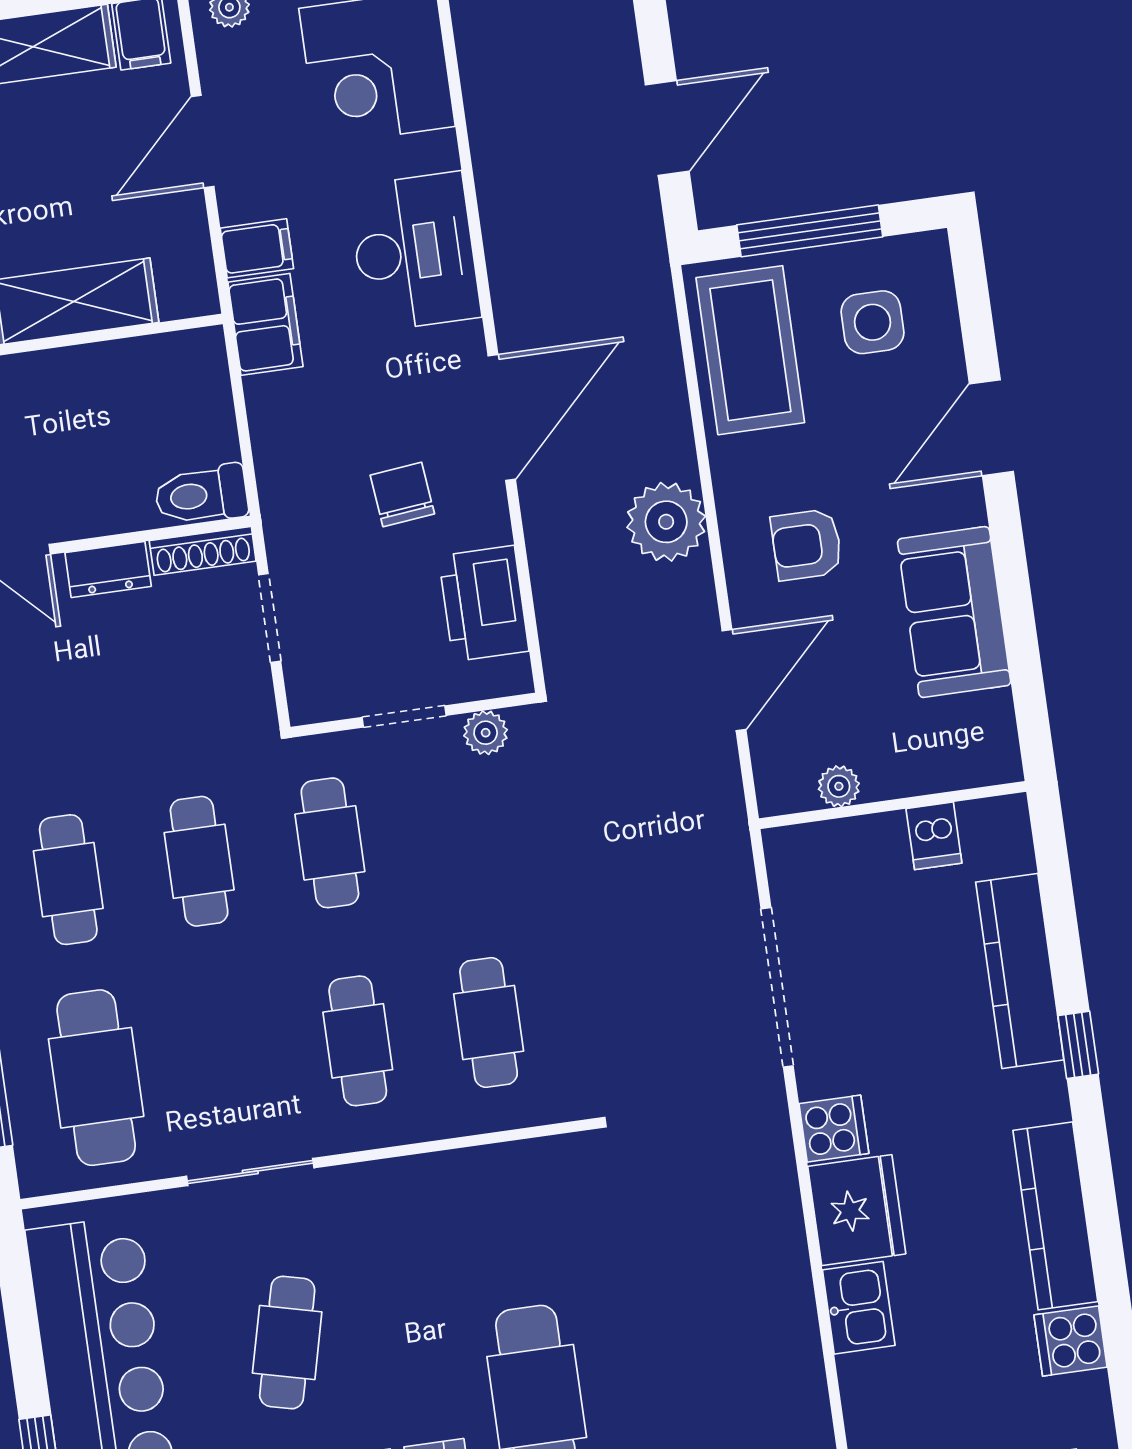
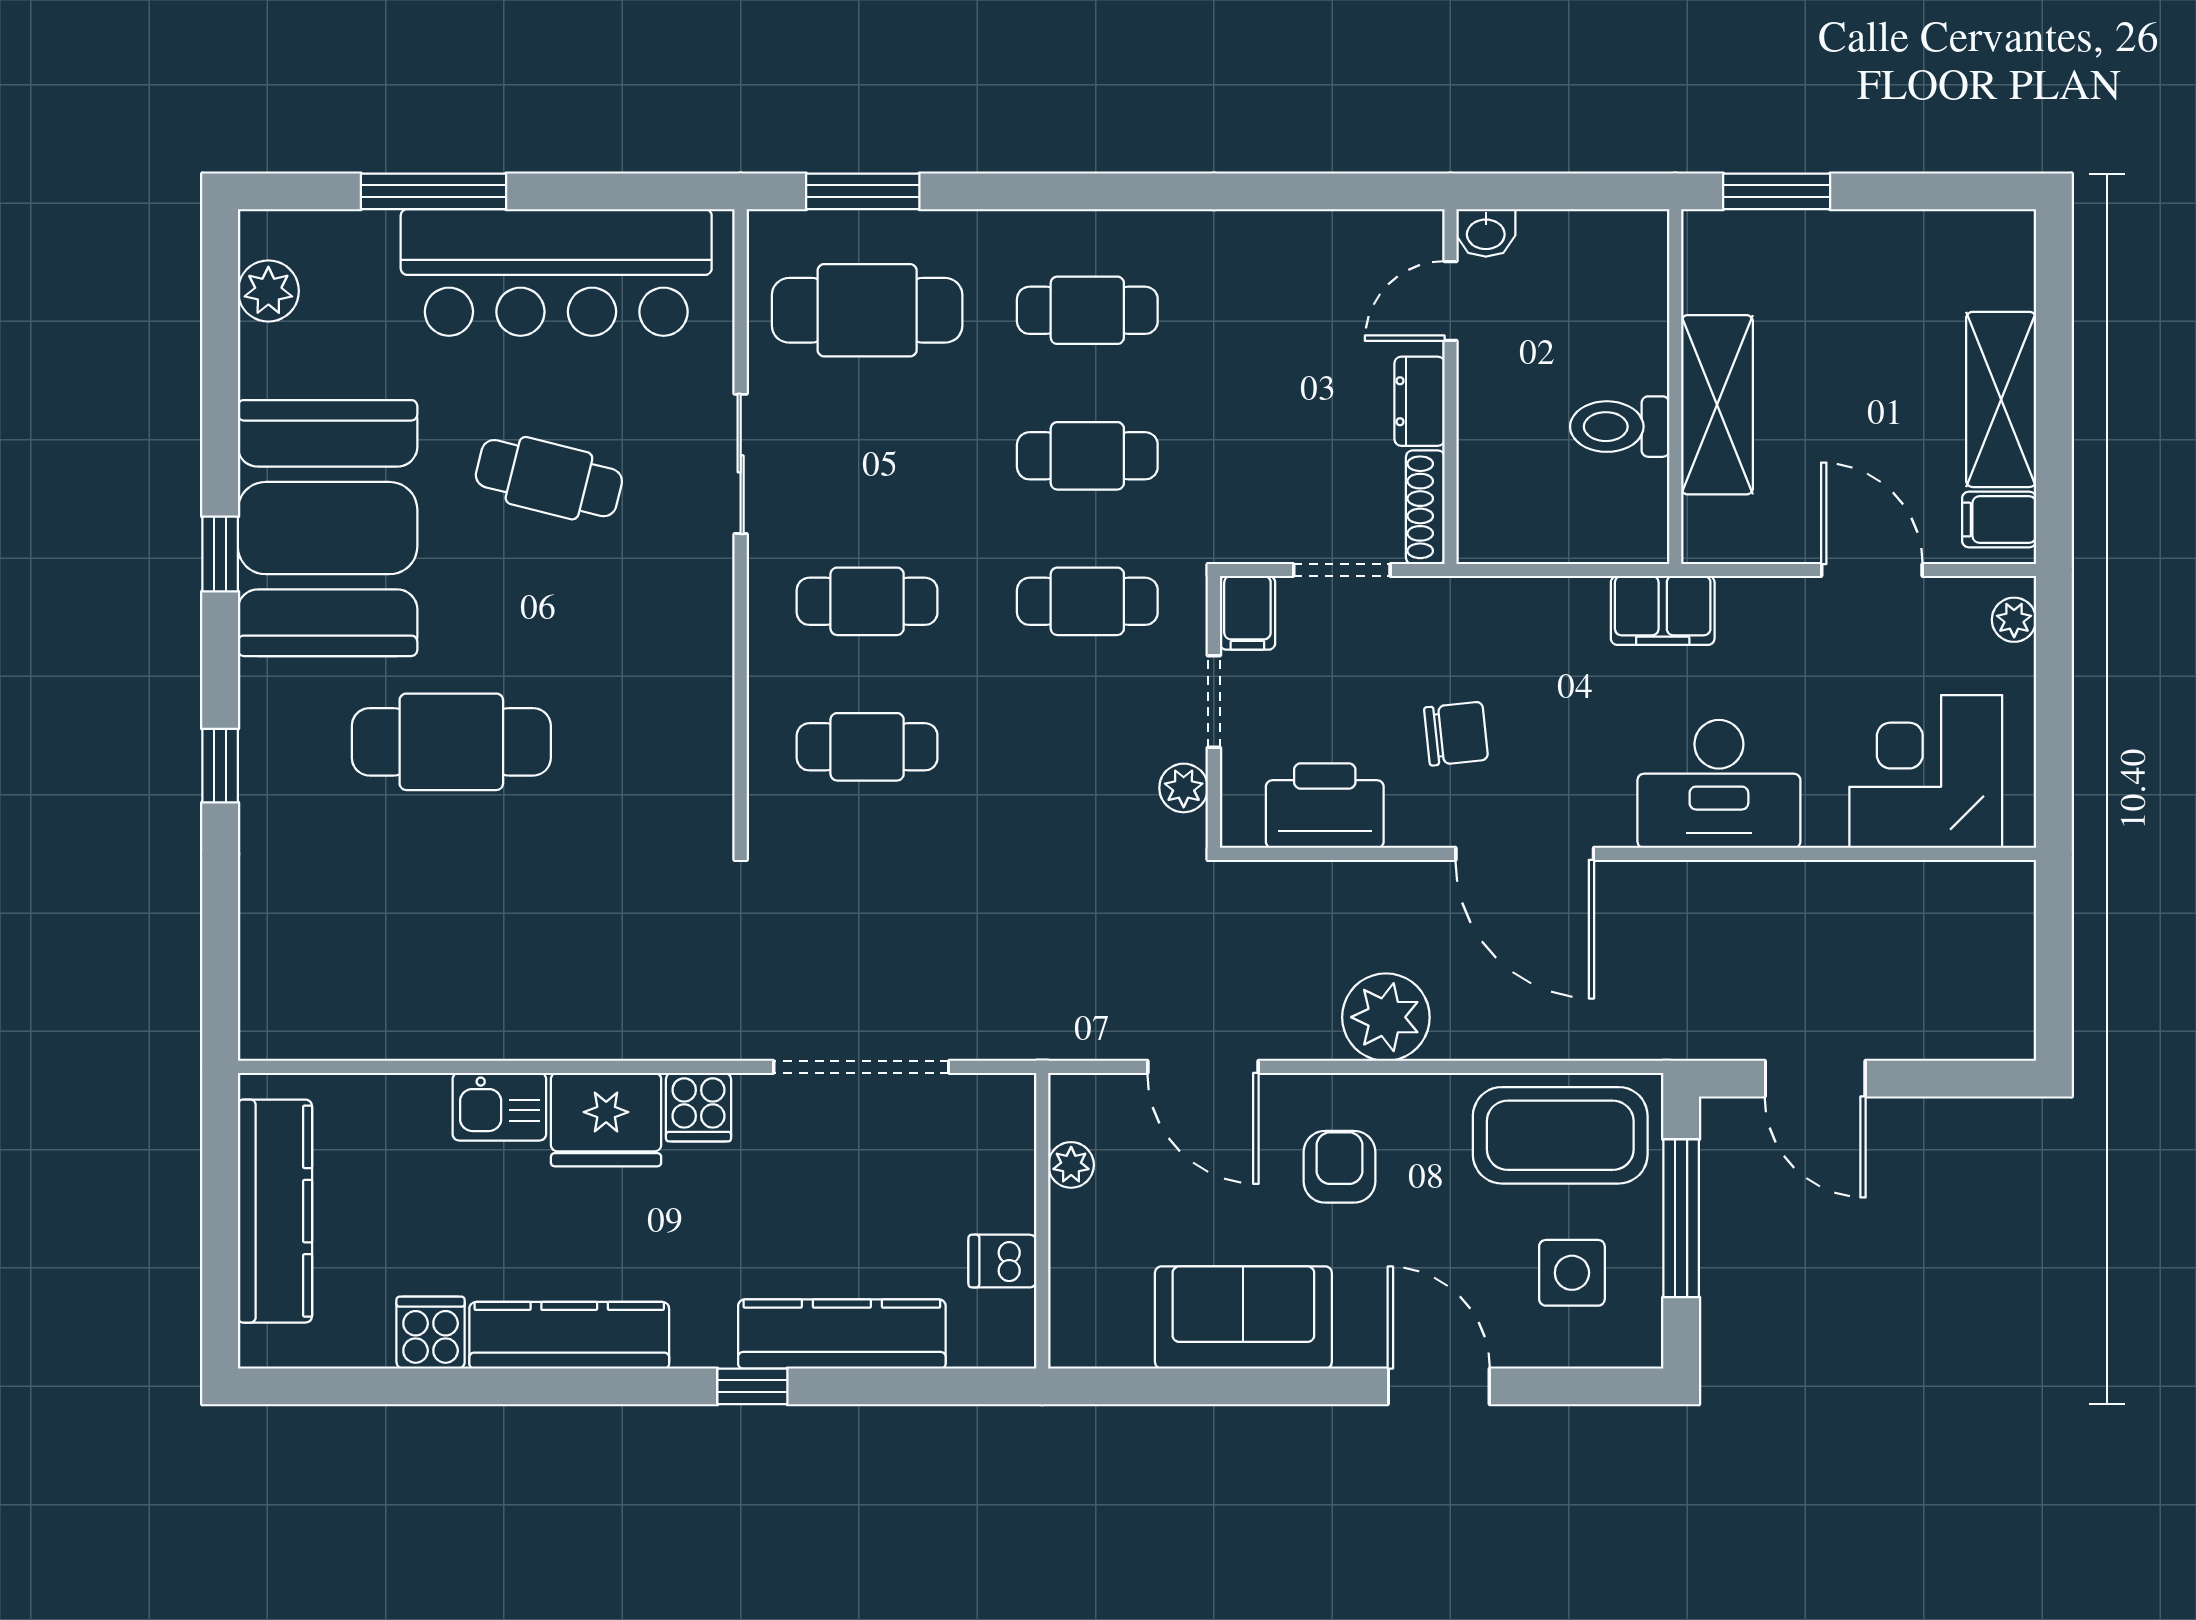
filing cabinet: (257, 248) -> (1247, 613), moved
toilet: (201, 495) -> (1620, 427), moved, turned -90

